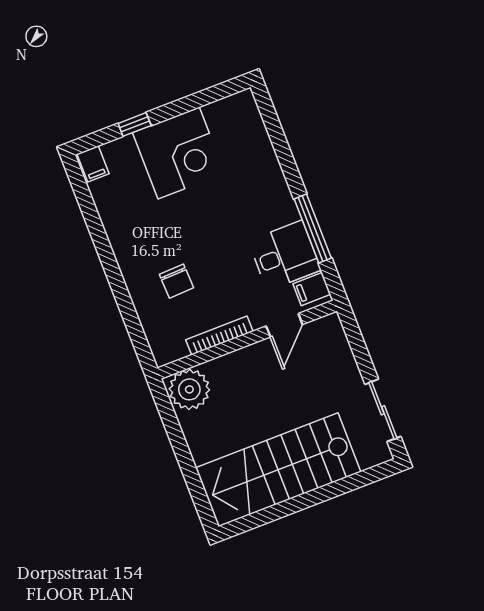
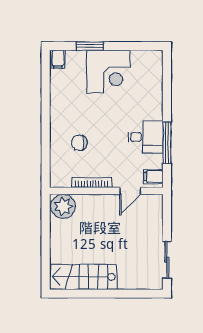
window: (135, 124) -> (90, 46), width x1.50
desk: (285, 255) -> (145, 137), moved
chair: (176, 281) -> (79, 143), turned 92
stairs: (278, 470) -> (83, 277), width x0.73, depth x0.66

